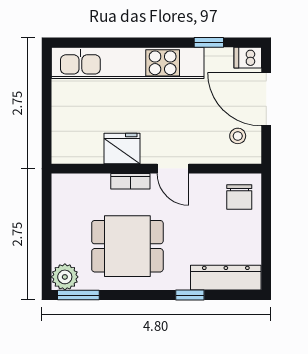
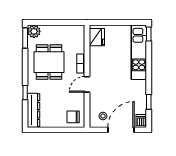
window: (70, 42) -> (149, 34), added
kitchen unit: (128, 63) -> (139, 52), width x0.73
fridge: (122, 149) -> (97, 37), moved

